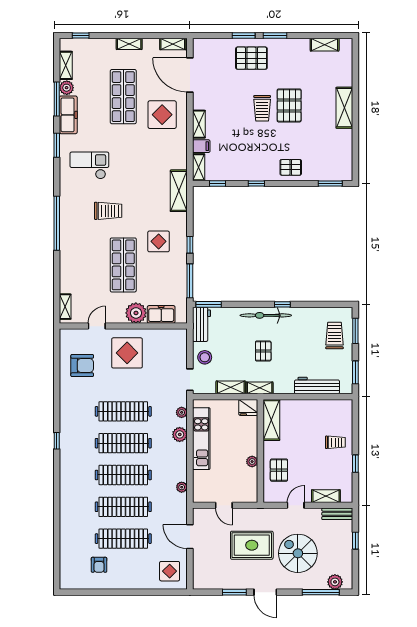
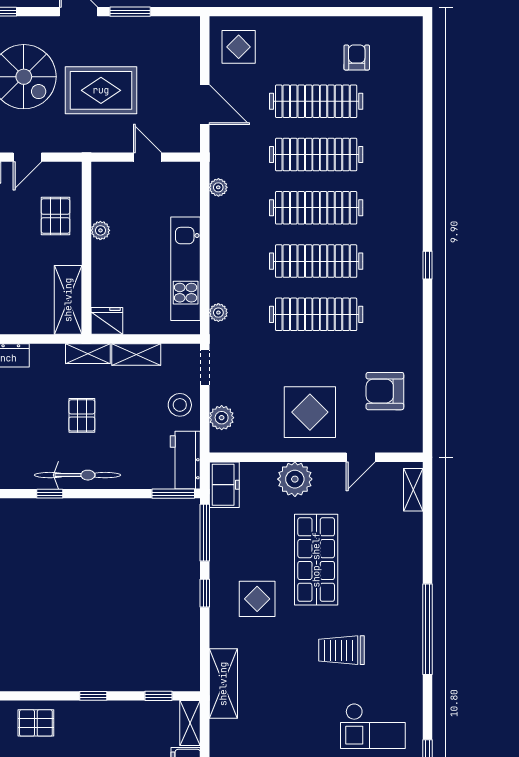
freezer: (161, 314) -> (224, 485), moved, turned -90
plant: (180, 434) -> (222, 418), moved

